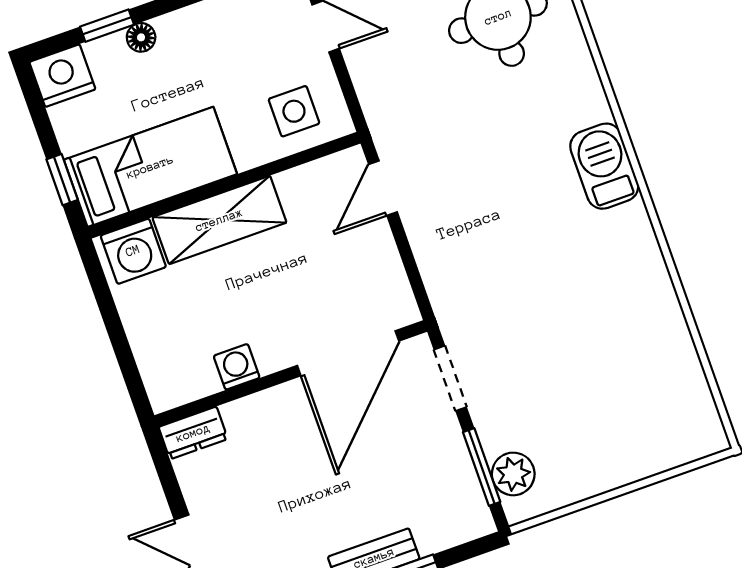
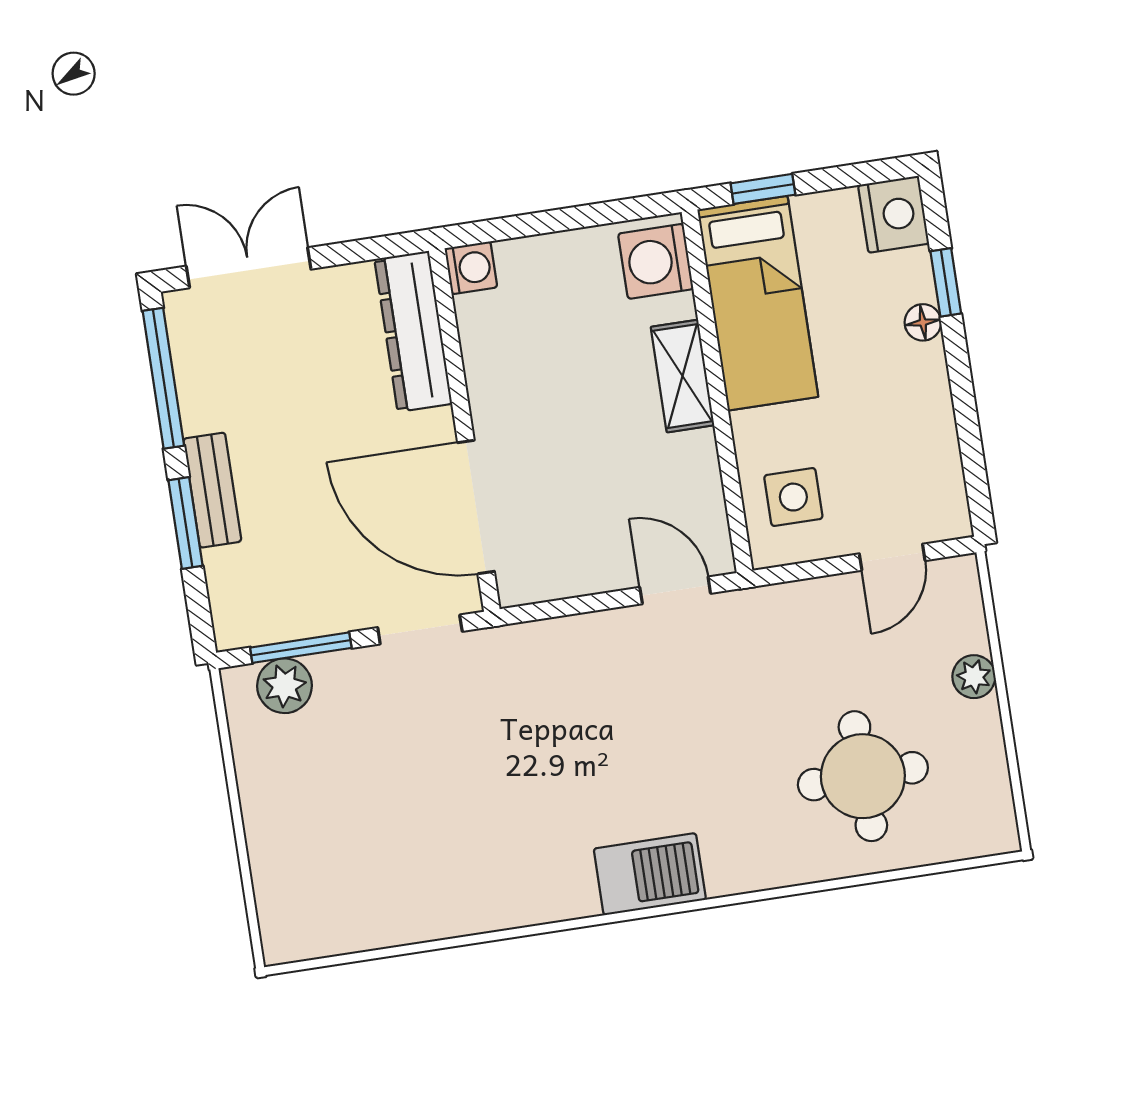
shelving: (219, 220) -> (682, 376), width x0.67, depth x0.75
washing machine: (237, 367) -> (471, 268), moved
dresser: (193, 433) -> (413, 331), width x1.96, depth x1.24

